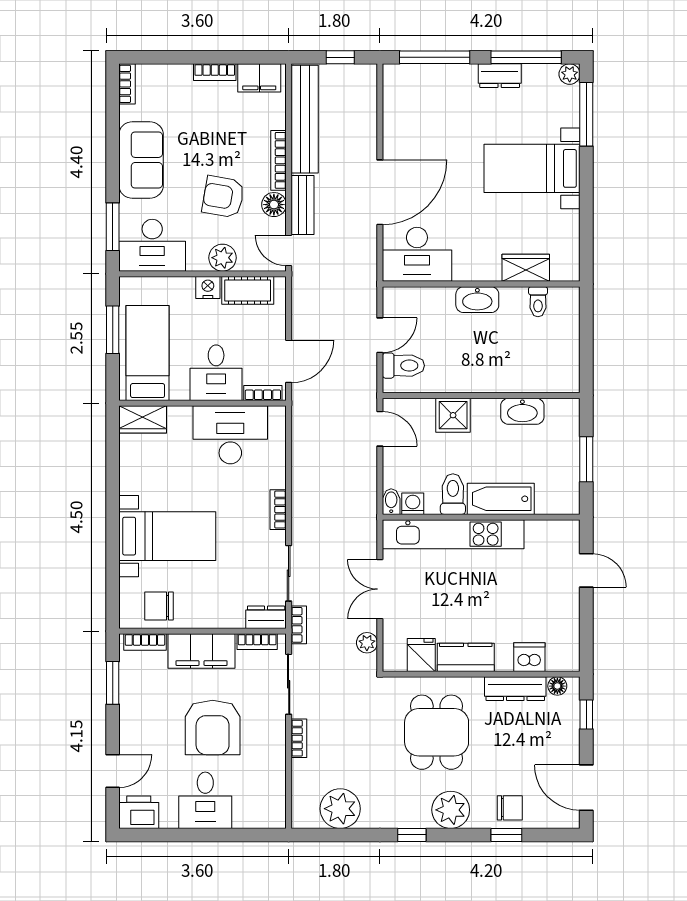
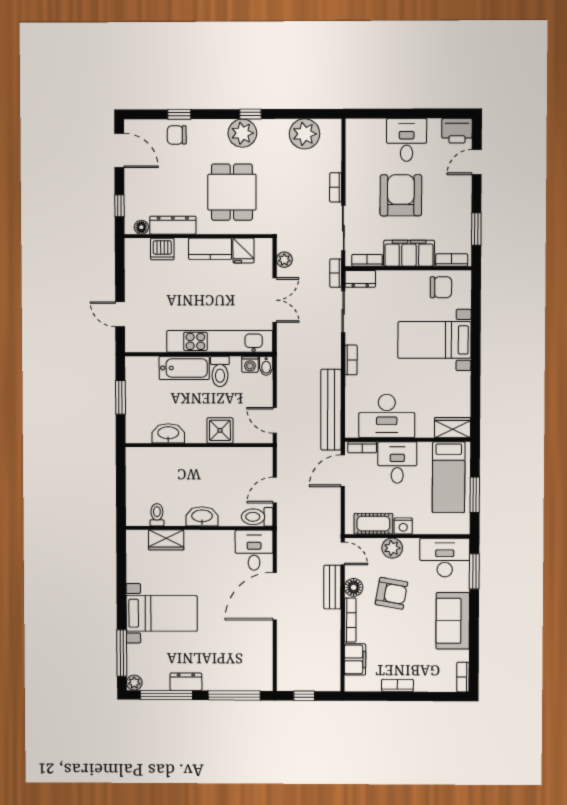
filing cabinet: (259, 78) -> (355, 659), moved, turned 90
bench: (305, 119) -> (331, 410), moved
desk: (417, 254) -> (254, 550), width x0.73
toilet: (403, 366) -> (257, 517), moved
plant: (451, 810) -> (242, 133), moved

